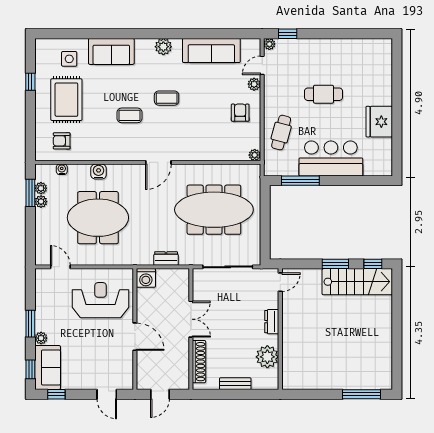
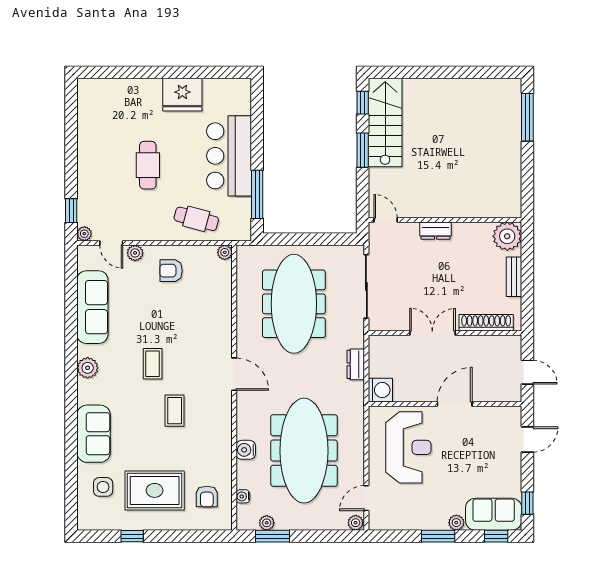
plant: (41, 202) -> (356, 523), moved
meeting table: (98, 218) -> (304, 451), width x1.36
reception desk: (101, 300) -> (408, 447), turned 180
plant: (267, 357) -> (507, 236), moved

